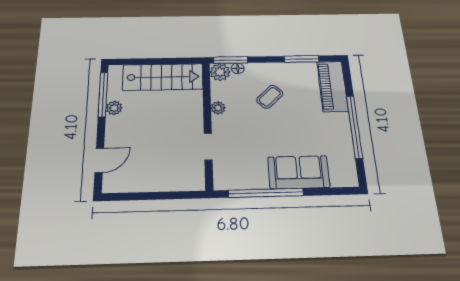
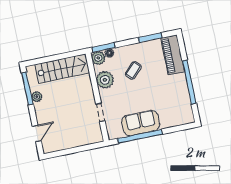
plant: (218, 108) -> (105, 80), width x1.88, depth x1.88
sofa: (299, 172) -> (141, 123), moved

